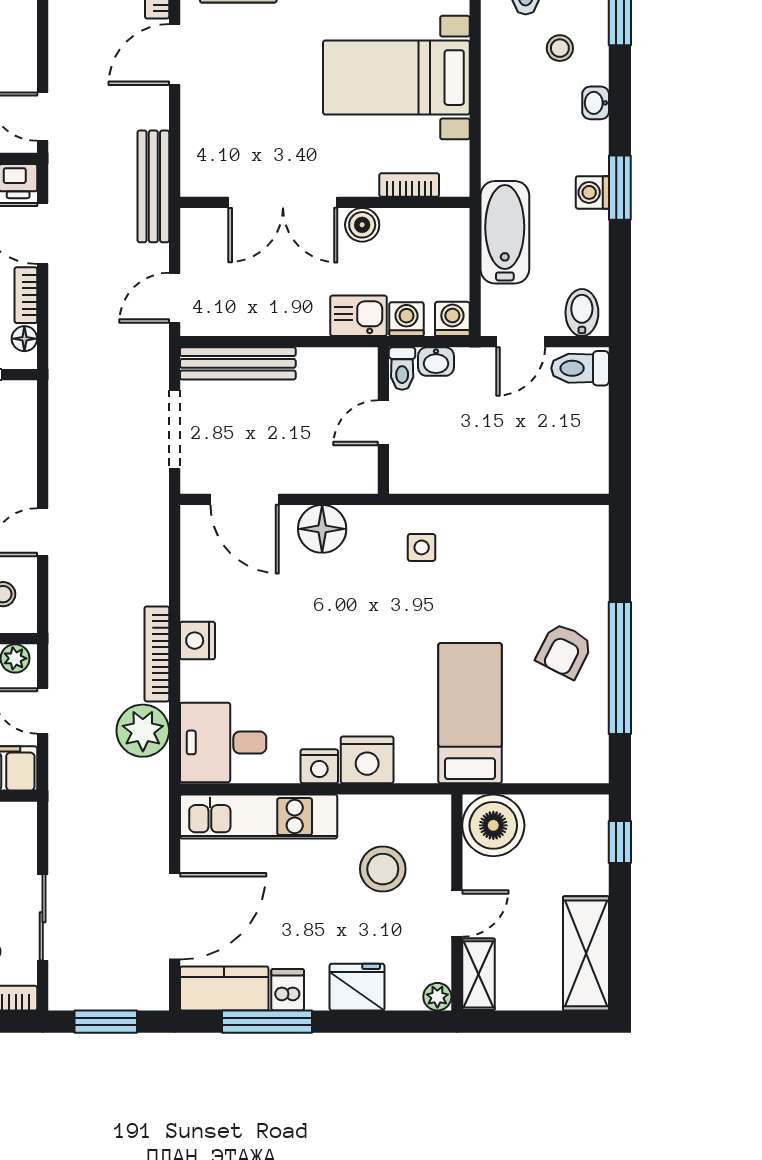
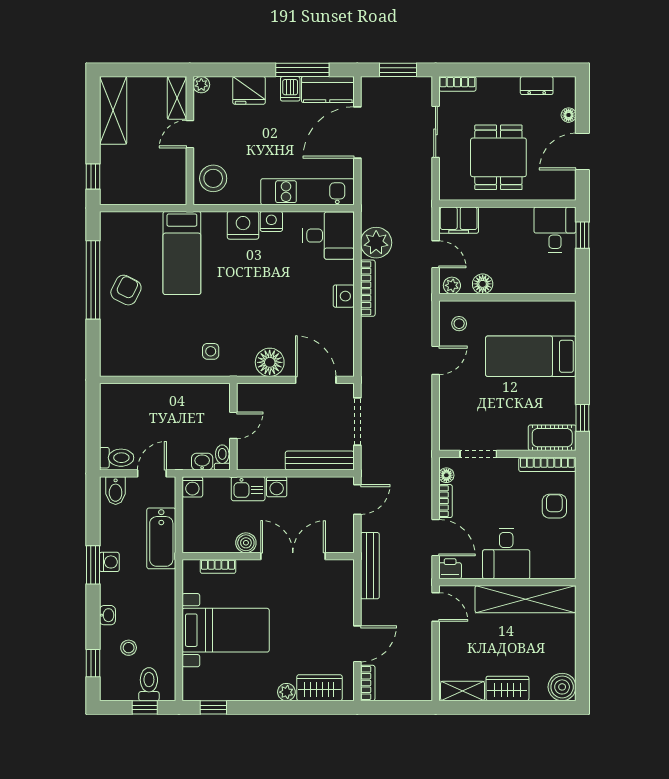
washing machine: (406, 319) -> (277, 487), moved
boiler: (493, 825) -> (168, 186), removed
stool: (383, 869) -> (213, 178), moved

